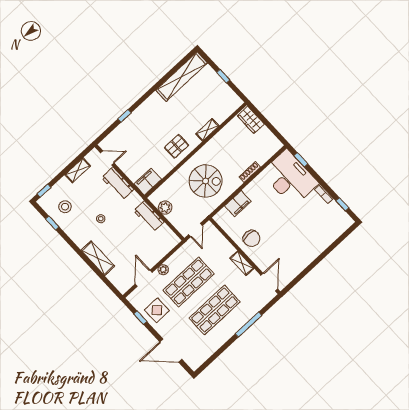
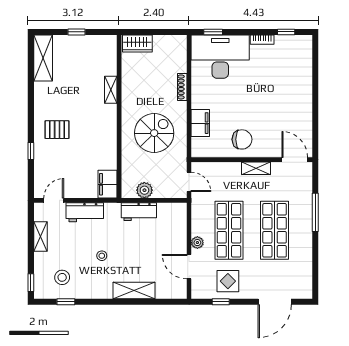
shelving: (182, 77) -> (43, 58), width x0.68
pallet: (177, 146) -> (57, 130), moved, turned 90

